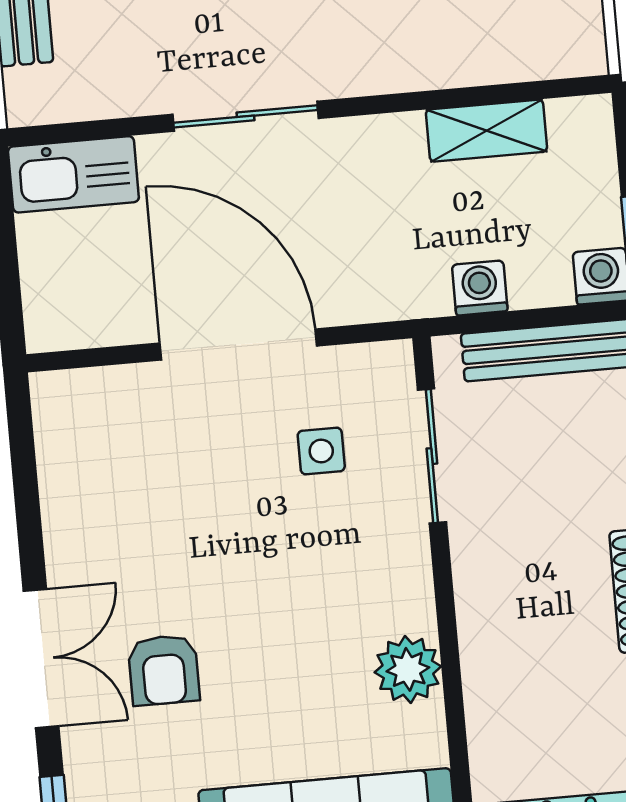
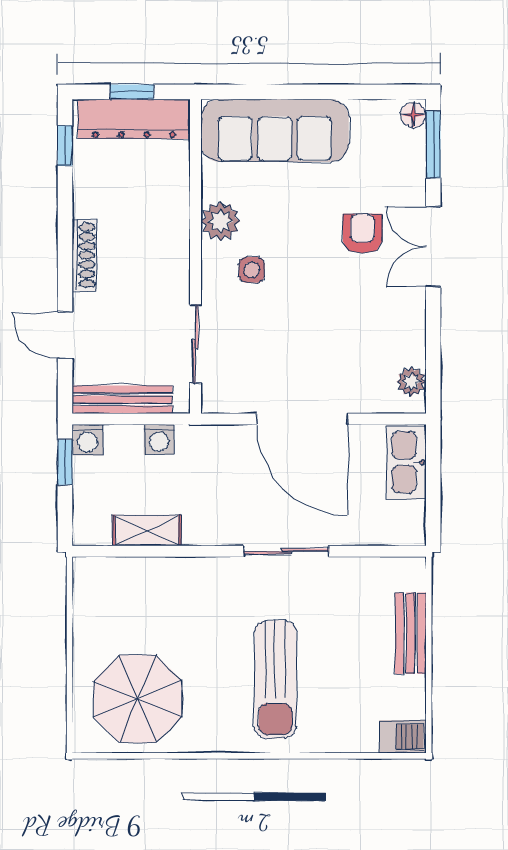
kitchen sink: (73, 174) -> (407, 462), moved, turned -90
plant: (58, 425) -> (411, 382), added
side table: (321, 451) -> (252, 270), moved

